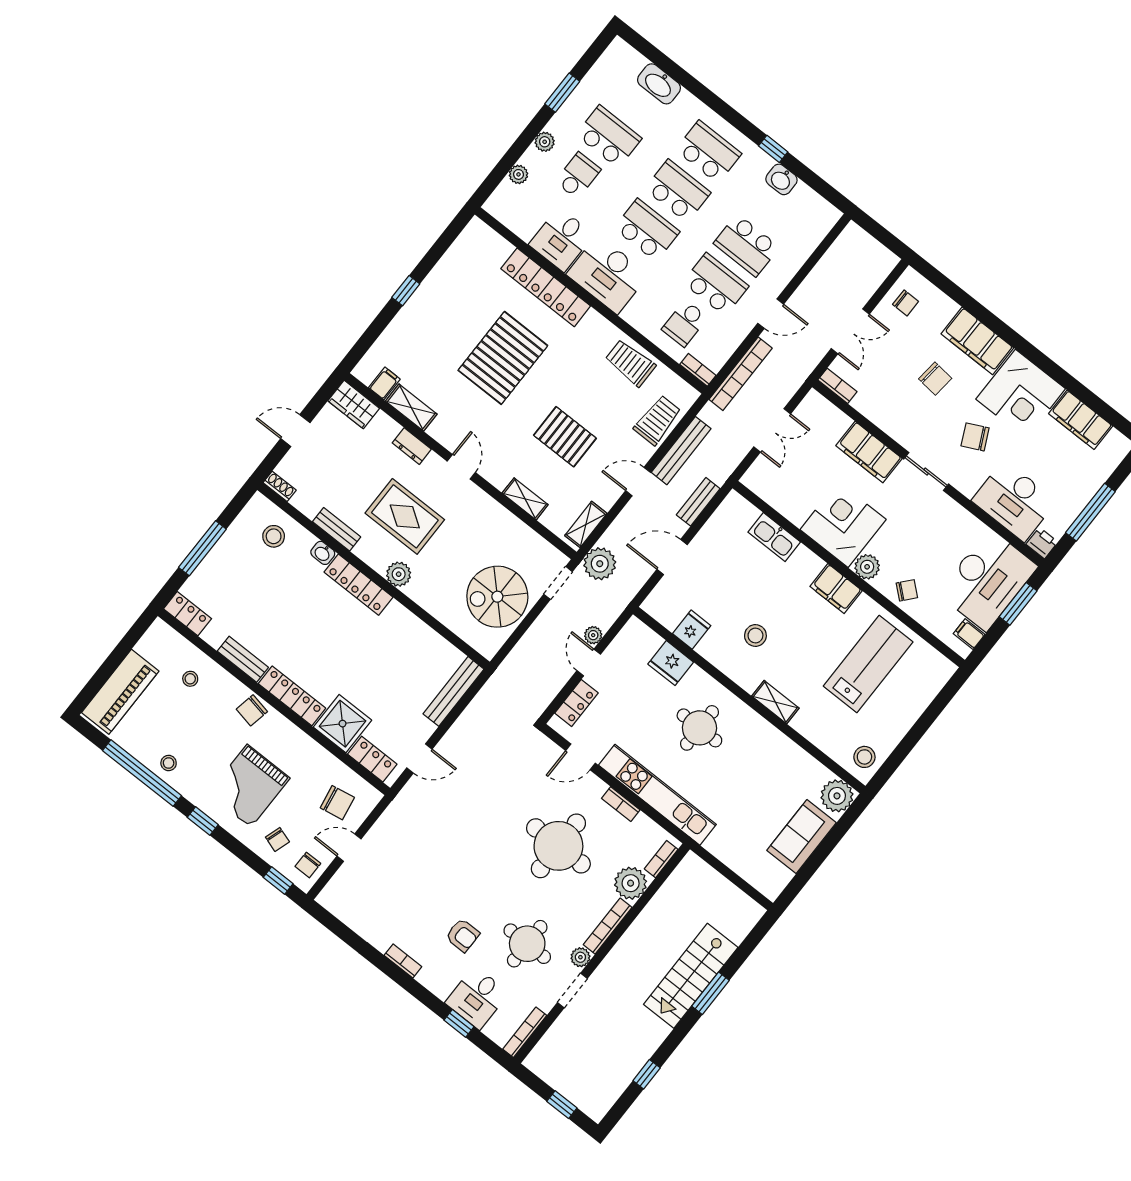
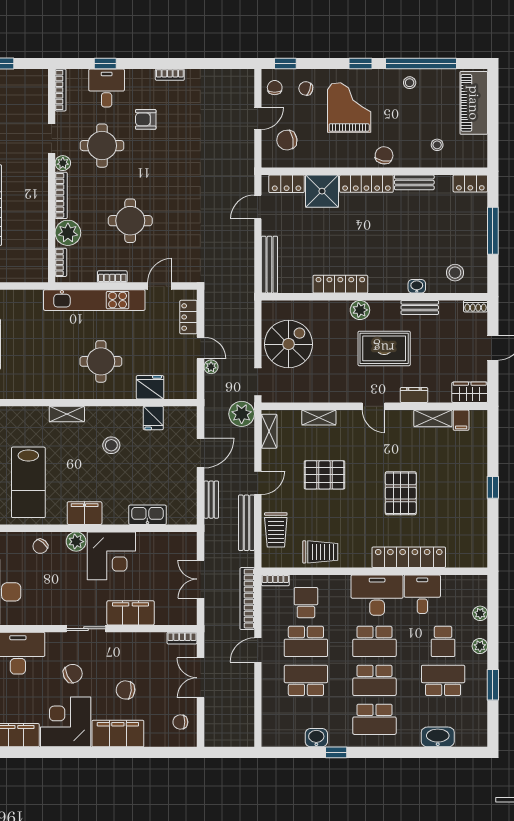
school desk: (609, 136) -> (443, 680), turned 180
pallet: (503, 358) -> (401, 493), width x0.73, depth x0.71
locker: (359, 585) -> (340, 284), moved
round table: (558, 846) -> (130, 221), width x0.73, depth x0.73

